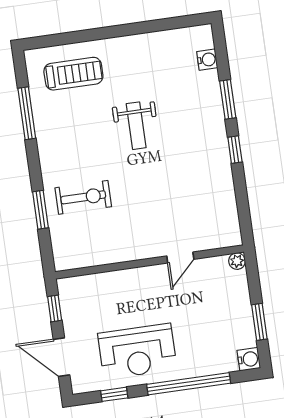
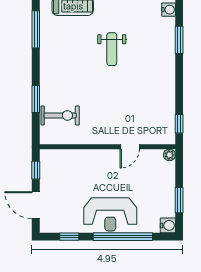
window: (235, 150) -> (179, 124), moved
exercise bike: (83, 197) -> (60, 115), moved
reception desk: (137, 351) -> (110, 214), moved

